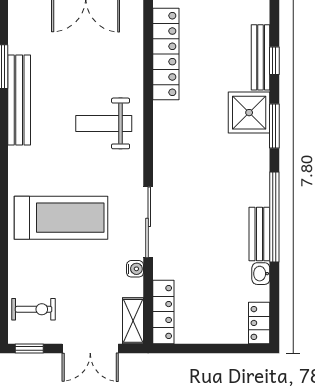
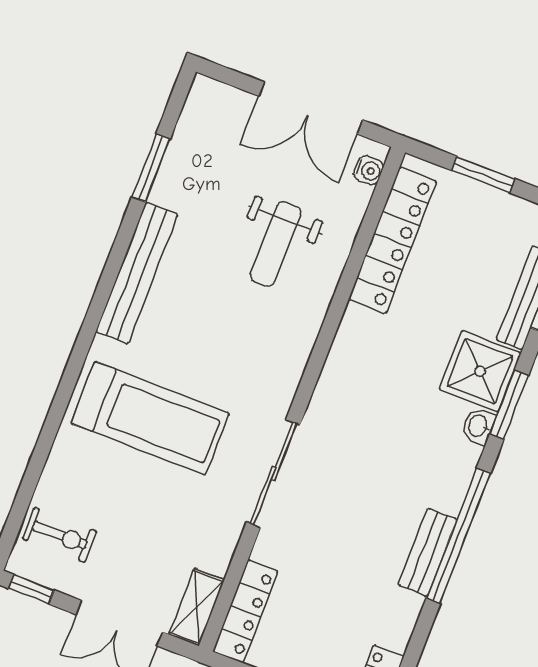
bench: (19, 100) -> (137, 273), moved
weight bench: (104, 123) -> (276, 244), moved, turned -90
water cooler: (135, 269) -> (369, 170), moved
washbasin: (261, 274) -> (478, 426), moved

